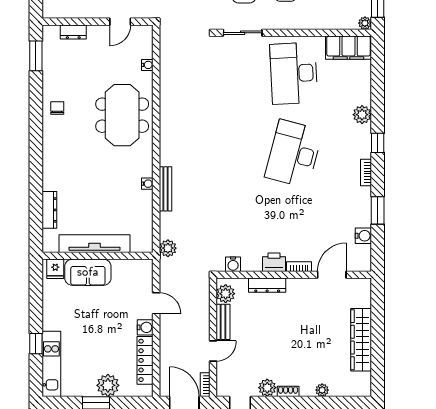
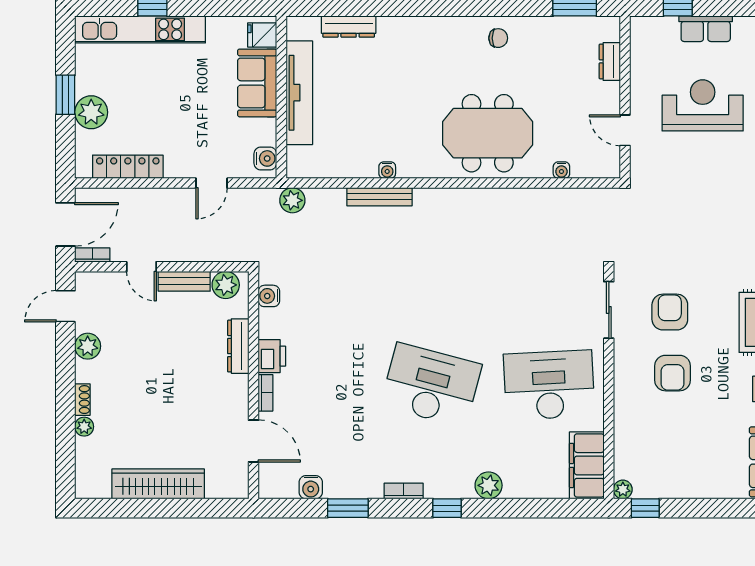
water cooler: (145, 327) -> (265, 158), moved, turned -90
kitchen unit: (51, 364) -> (140, 29), width x1.36
shoe rack: (288, 391) -> (82, 400), moved

